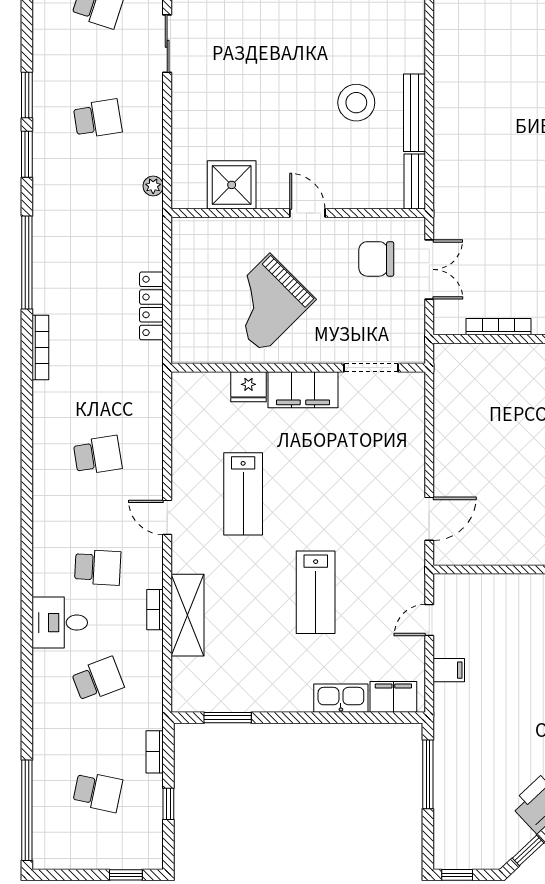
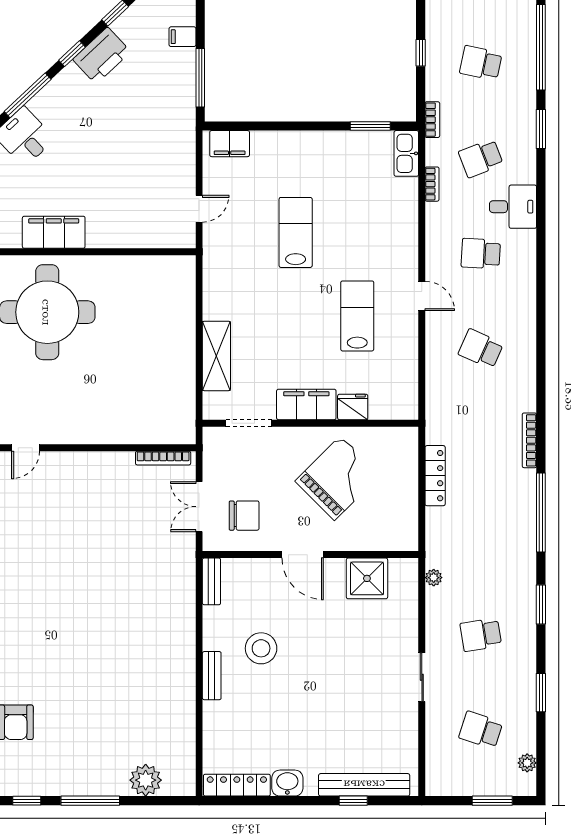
sliding door: (167, 44) -> (422, 677), moved
window: (27, 95) -> (541, 693), moved
bench: (414, 113) -> (212, 676), moved, width x0.73
door: (307, 213) -> (303, 555), width x1.38
bookcase: (499, 327) -> (163, 458), moved
school desk: (98, 455) -> (481, 349), turned 33
door: (429, 519) -> (199, 295), removed
bookcase: (155, 610) -> (432, 184), moved
shelving: (187, 615) -> (216, 356), moved
filing cabinet: (449, 670) -> (182, 37), moved
kitchen sink: (341, 698) -> (406, 153), moved, turned 90
window: (27, 714) -> (541, 129), added
bookcase: (155, 752) -> (432, 120), moved

